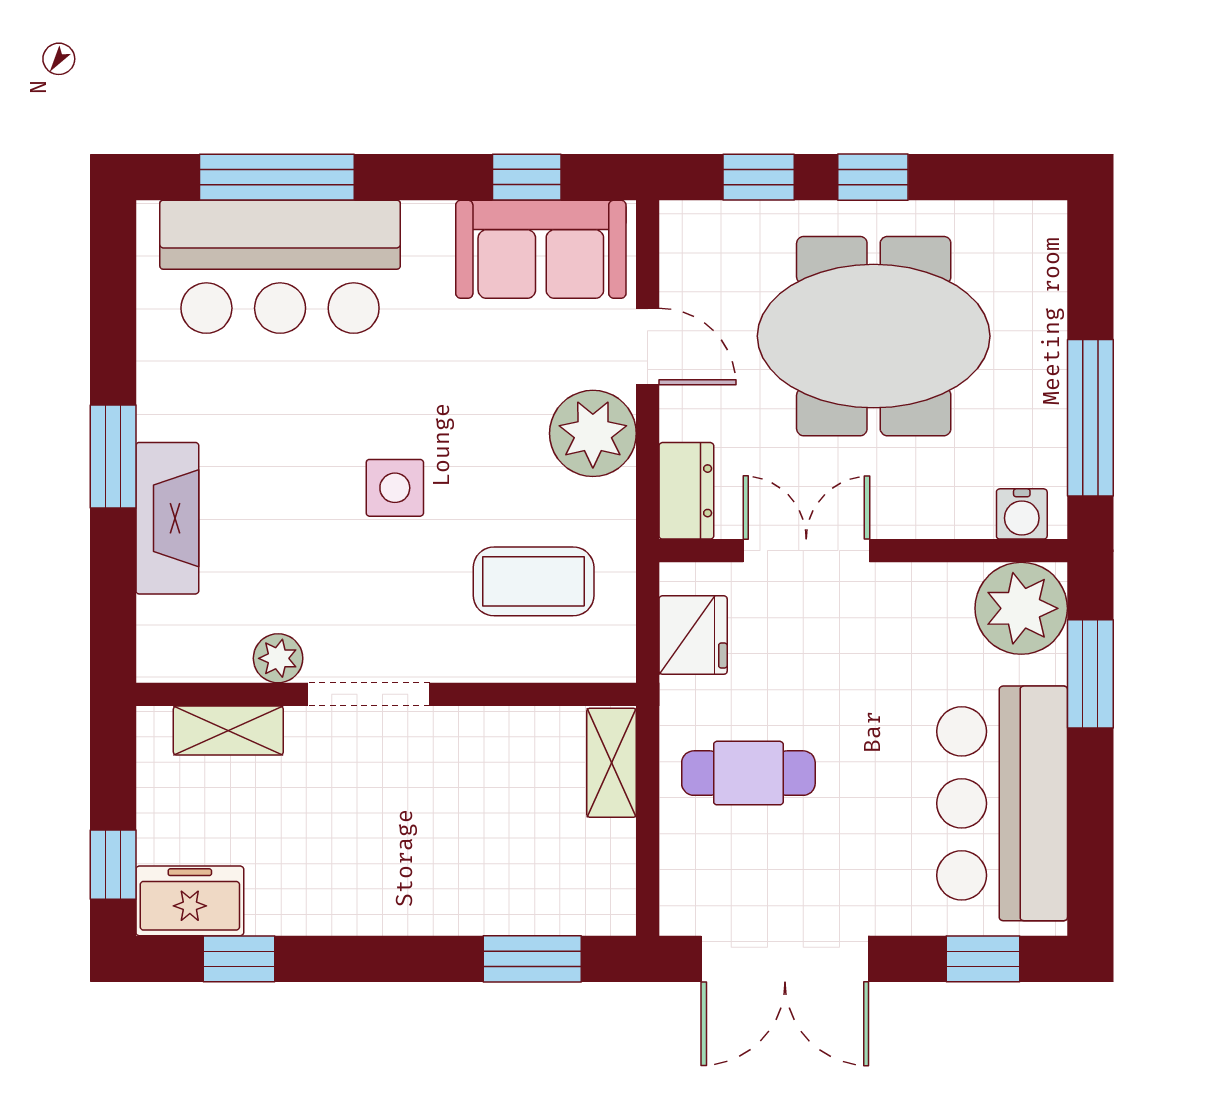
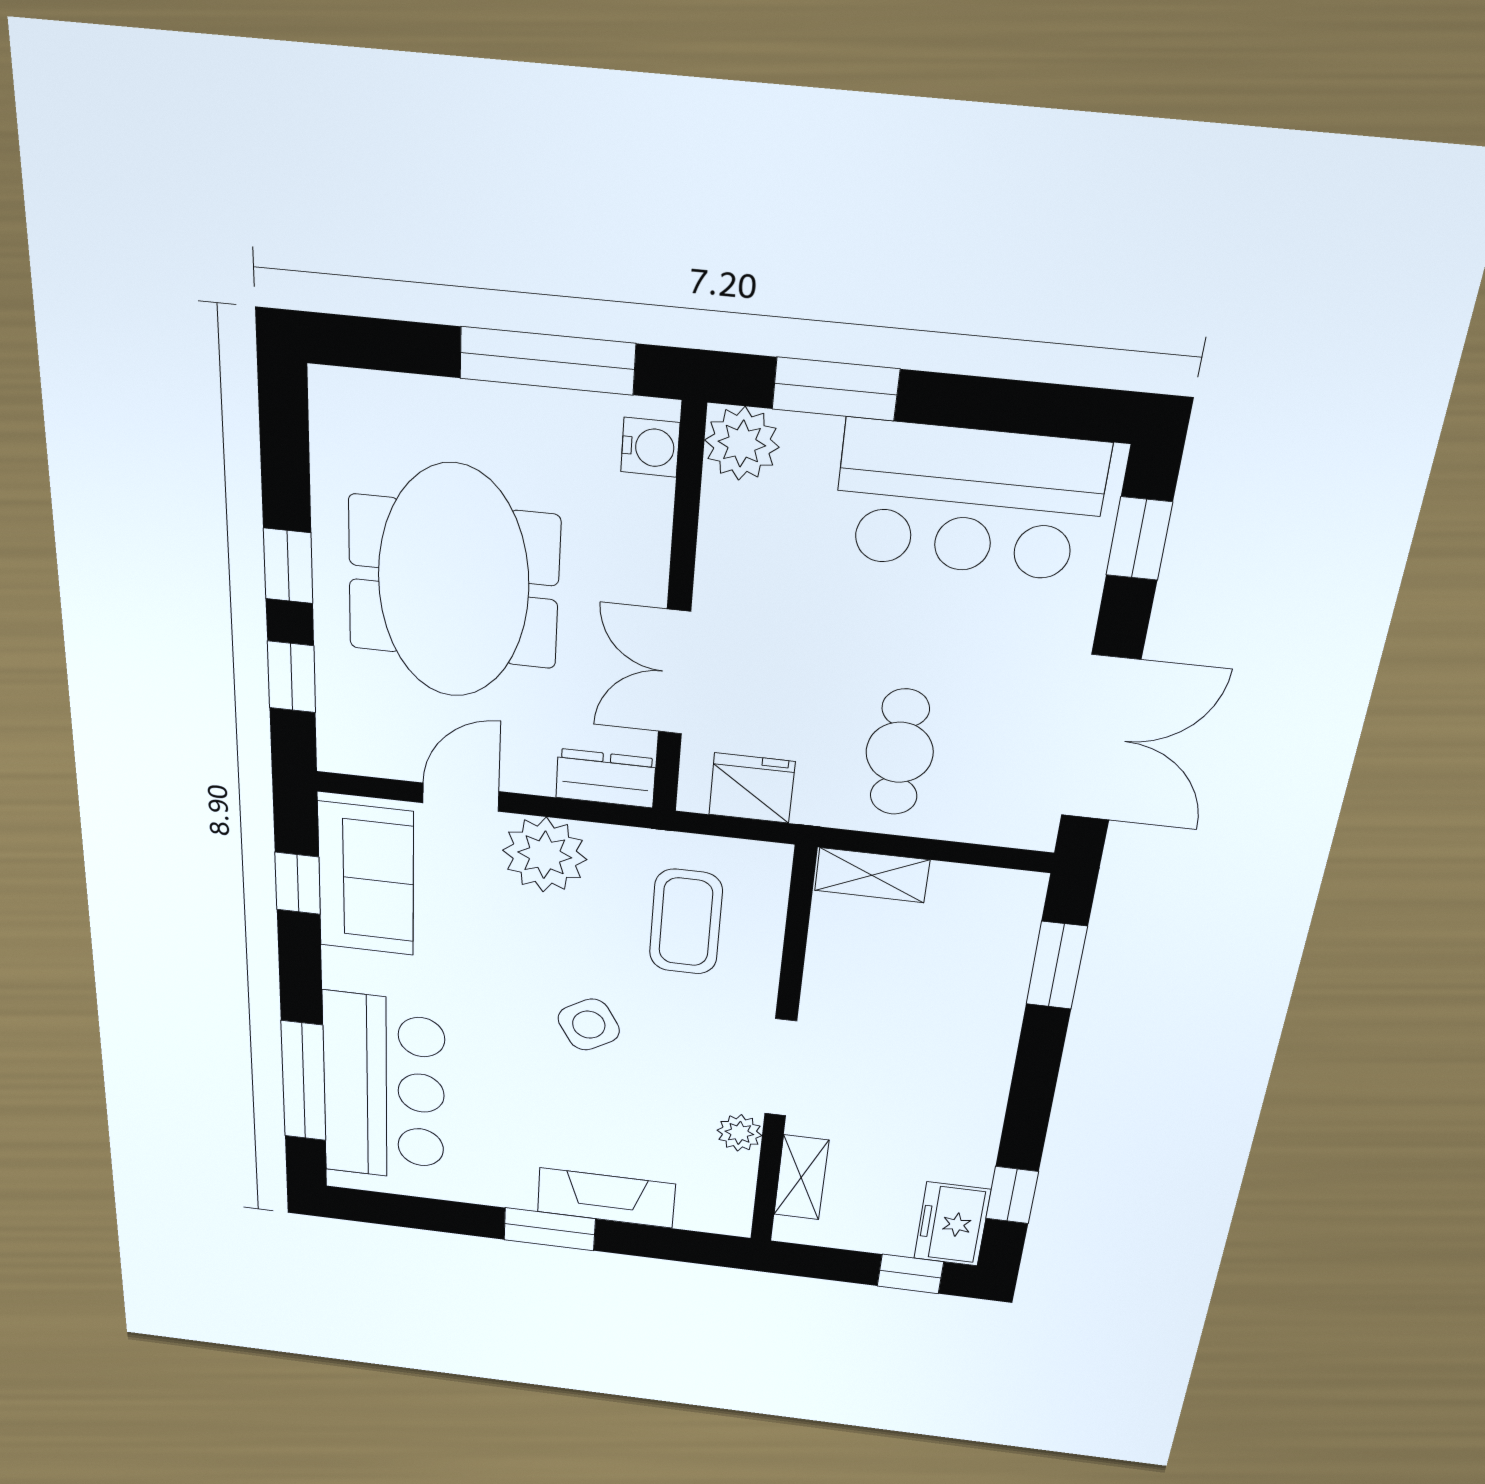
side table: (395, 488) -> (589, 1025), turned -31
plant: (1021, 608) -> (742, 444), width x0.73, depth x0.73

